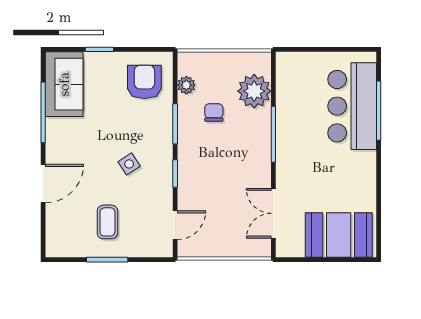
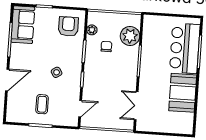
booth: (339, 235) -> (183, 93), moved, turned 90

